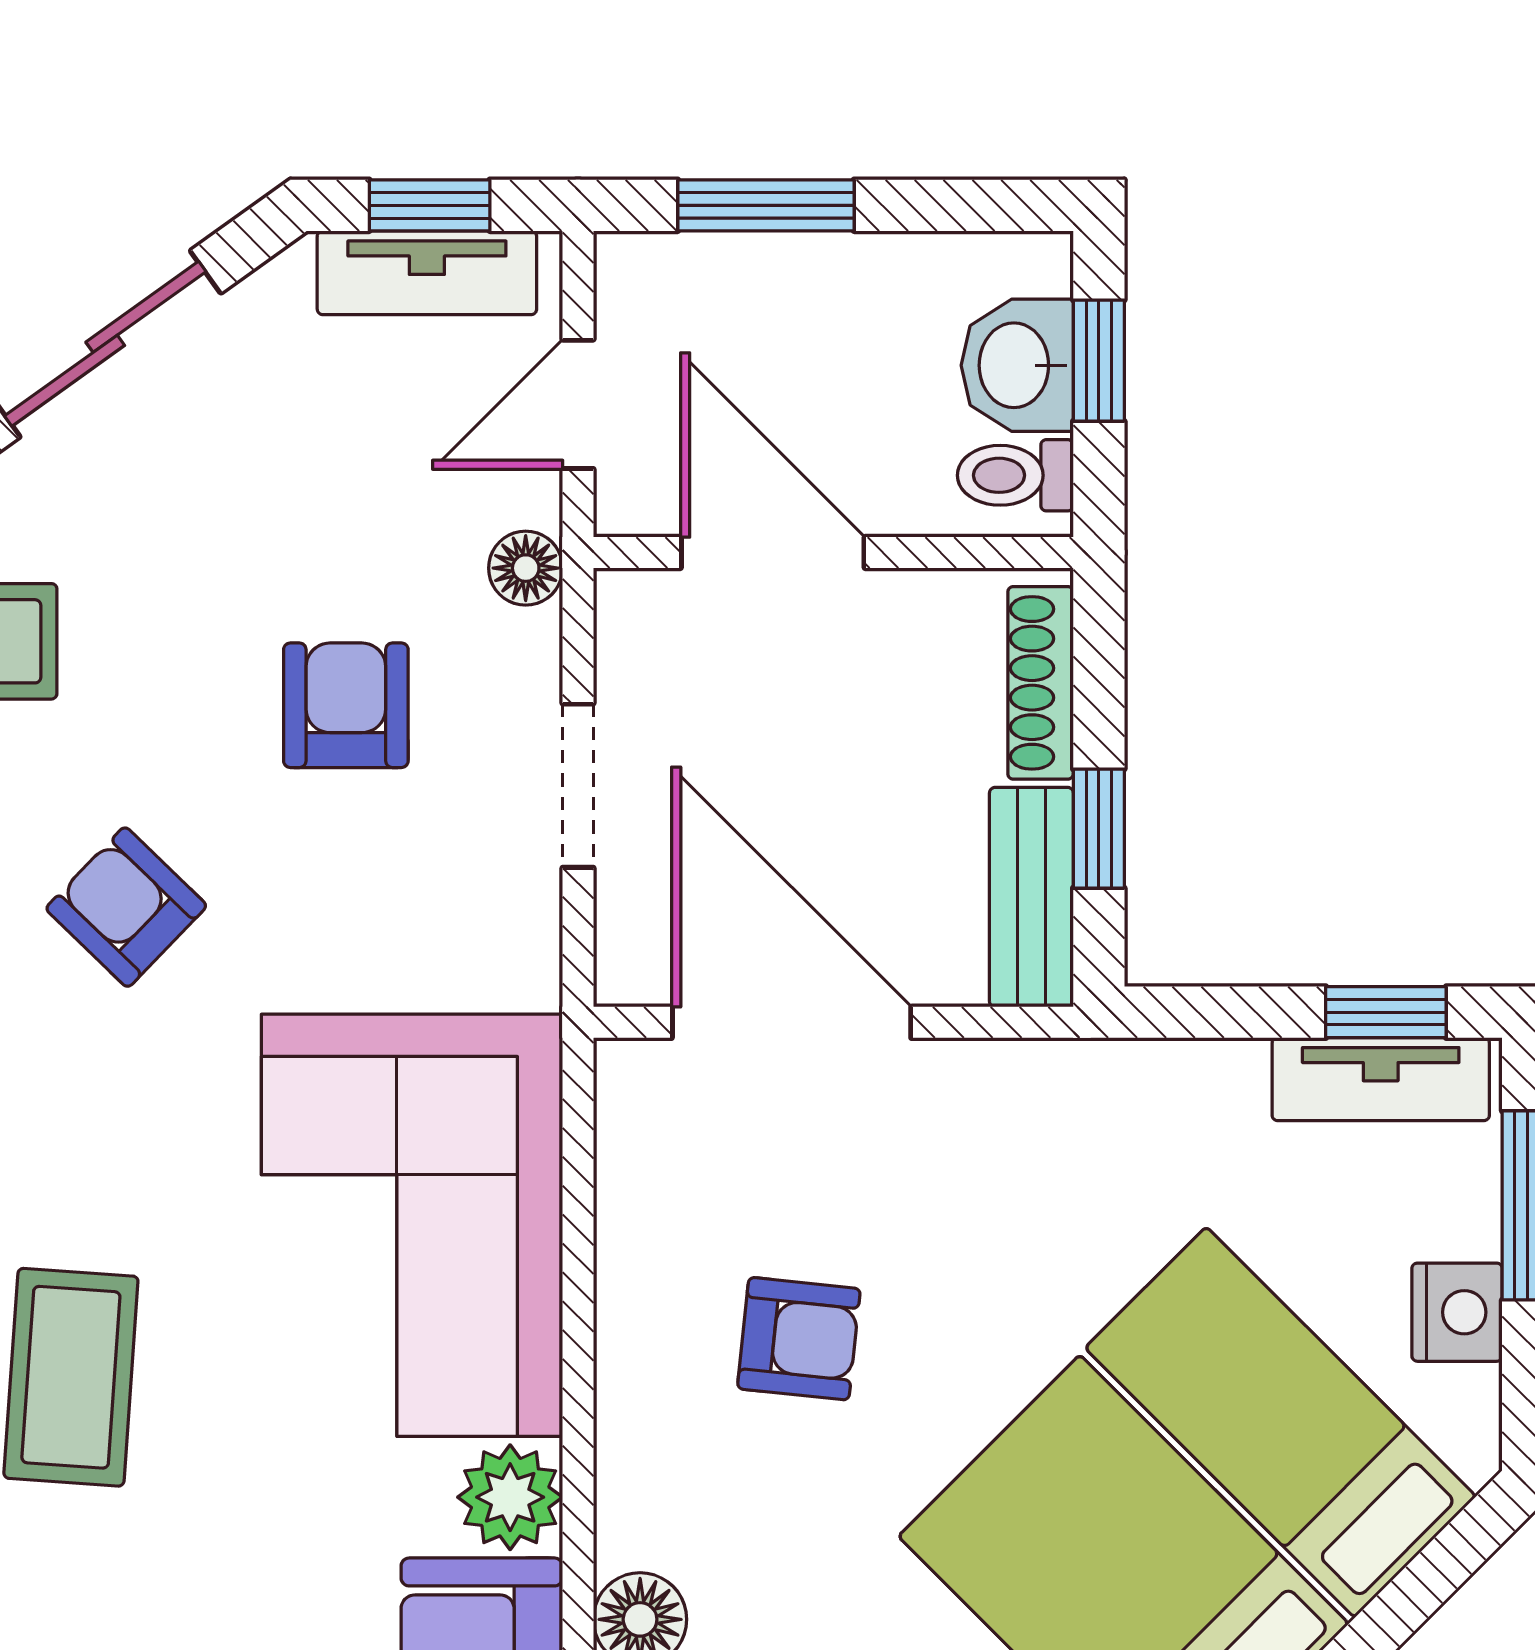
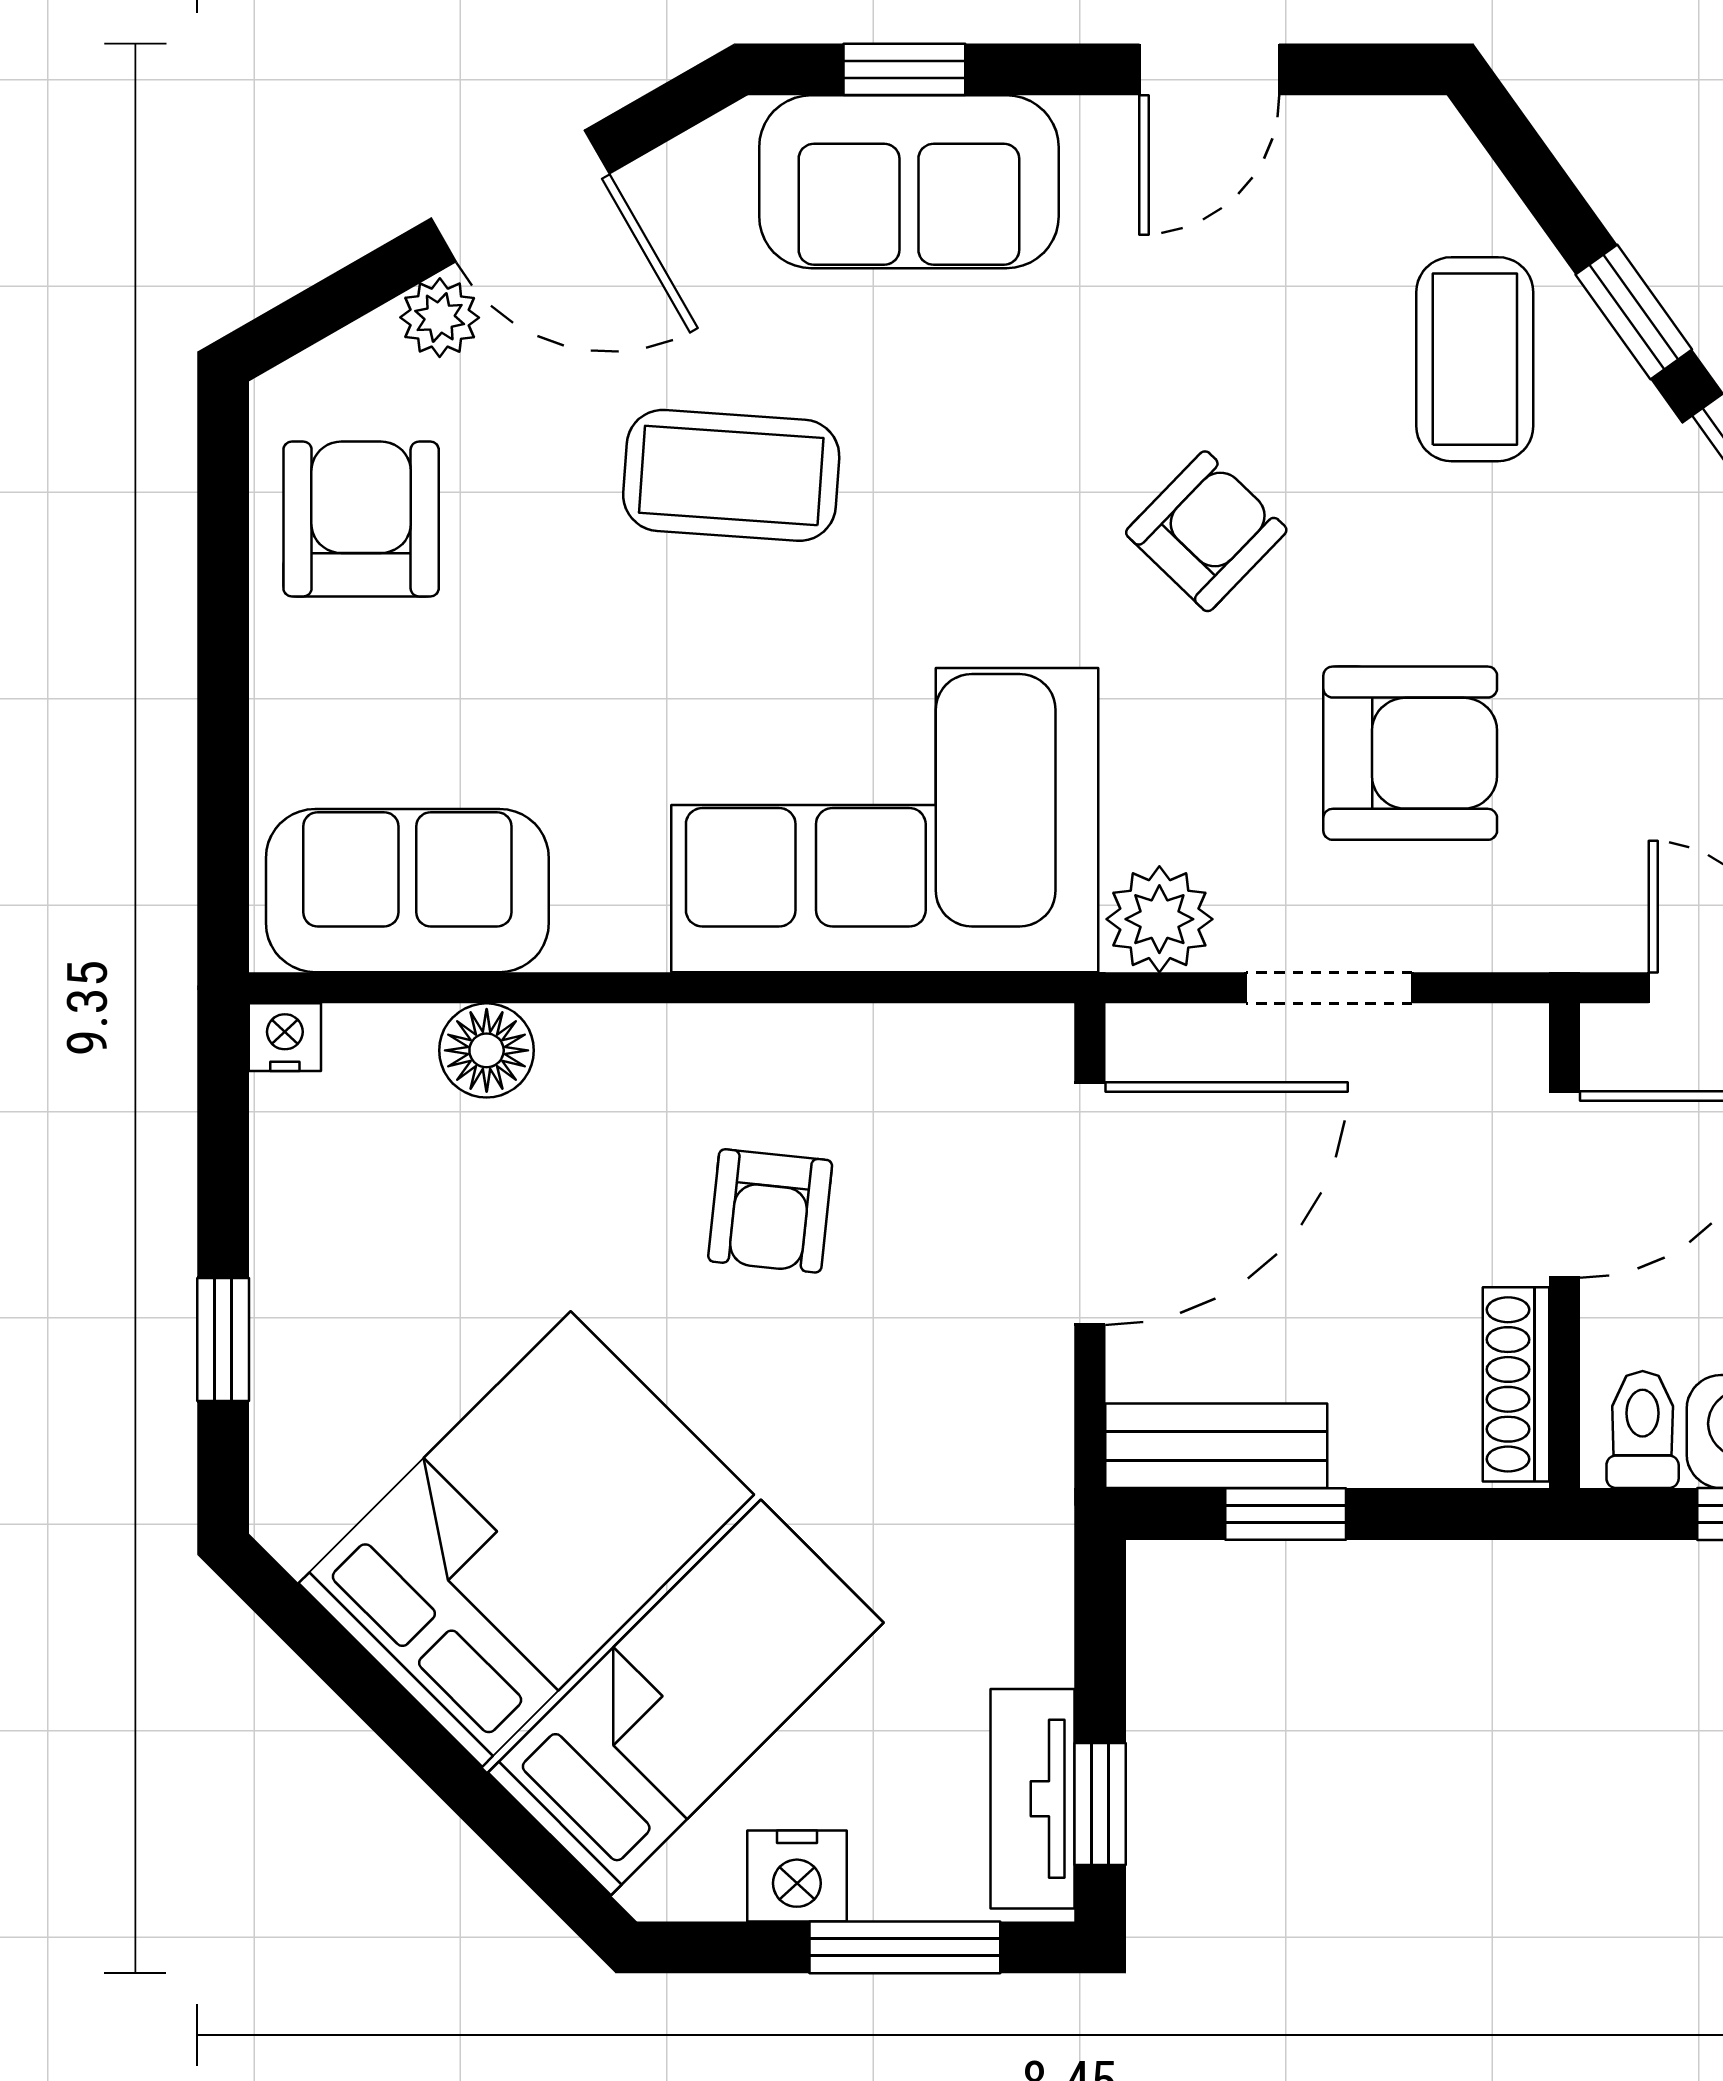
floor lamp: (526, 568) -> (1549, 935), removed
shoe rack: (1041, 683) -> (1516, 1384), moved, turned -90
armchair: (346, 705) -> (1410, 753), width x1.38, depth x1.38
plant: (510, 1497) -> (1159, 919), moved

